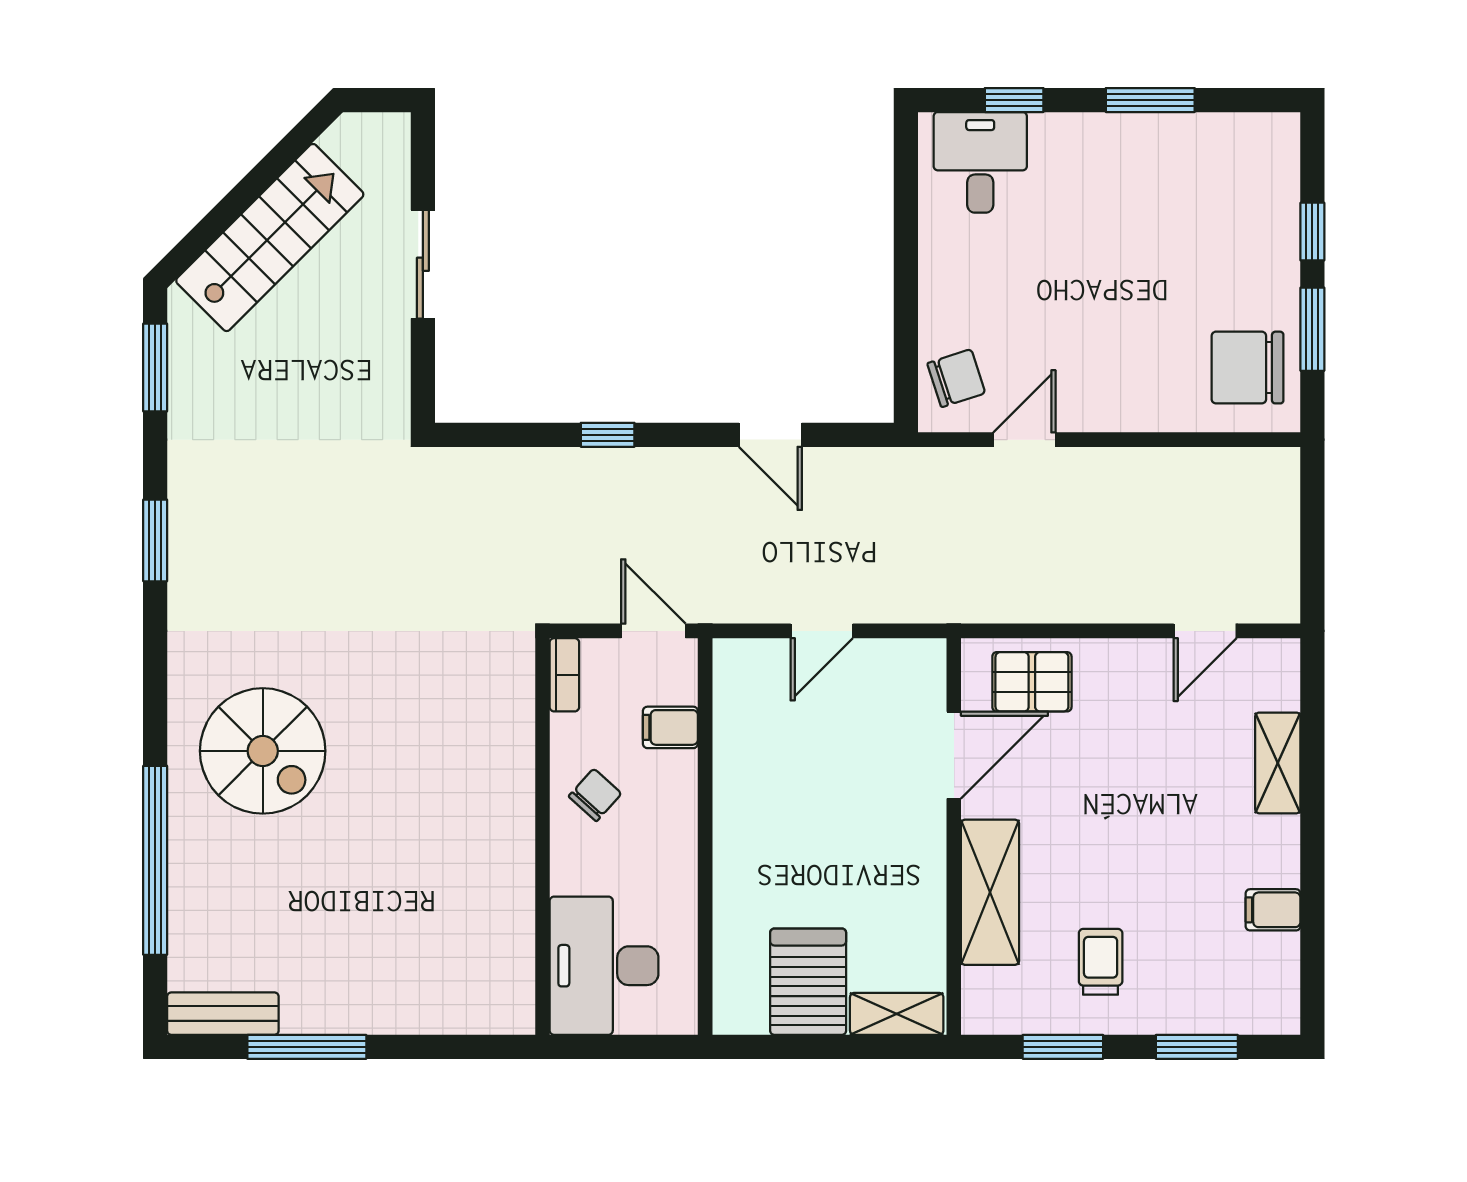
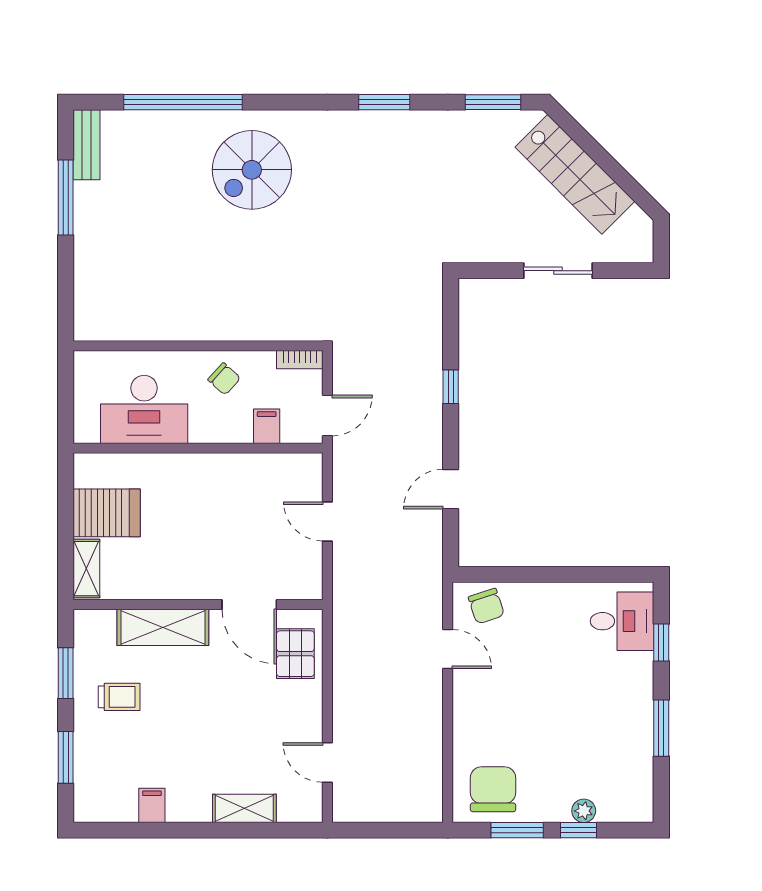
plant: (1282, 223) -> (584, 811), added
desk: (604, 966) -> (144, 409), moved, turned 180

